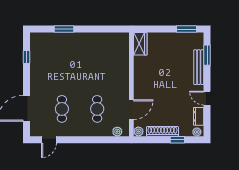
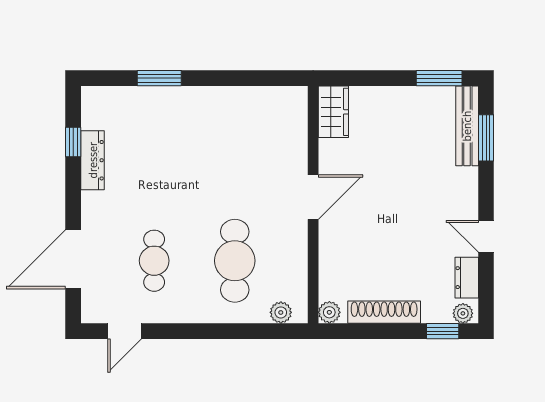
dresser: (35, 65) -> (93, 160), added
bench: (199, 67) -> (467, 126), moved
cafe table: (97, 109) -> (235, 261), width x1.37, depth x1.35
door: (131, 110) -> (313, 197), moved
window: (177, 140) -> (443, 331), moved

